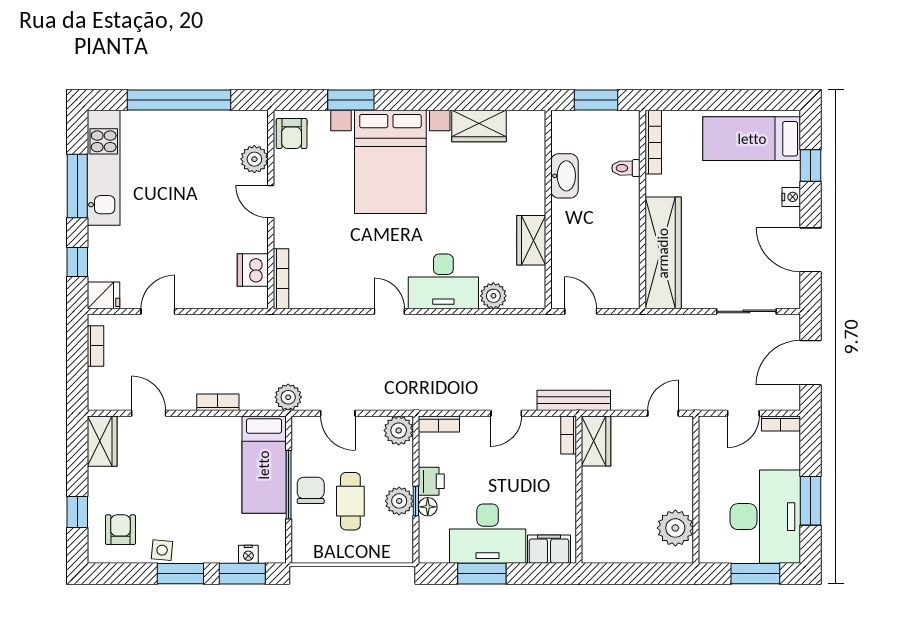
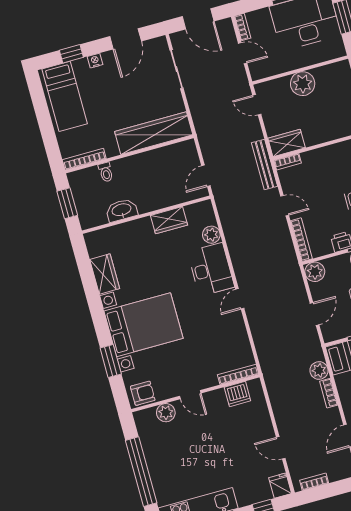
door: (271, 202) -> (190, 395), hinge flipped
plant: (288, 397) -> (319, 371), moved
bookcase: (439, 424) -> (301, 240), width x1.56
plant: (675, 528) -> (303, 84), moved

